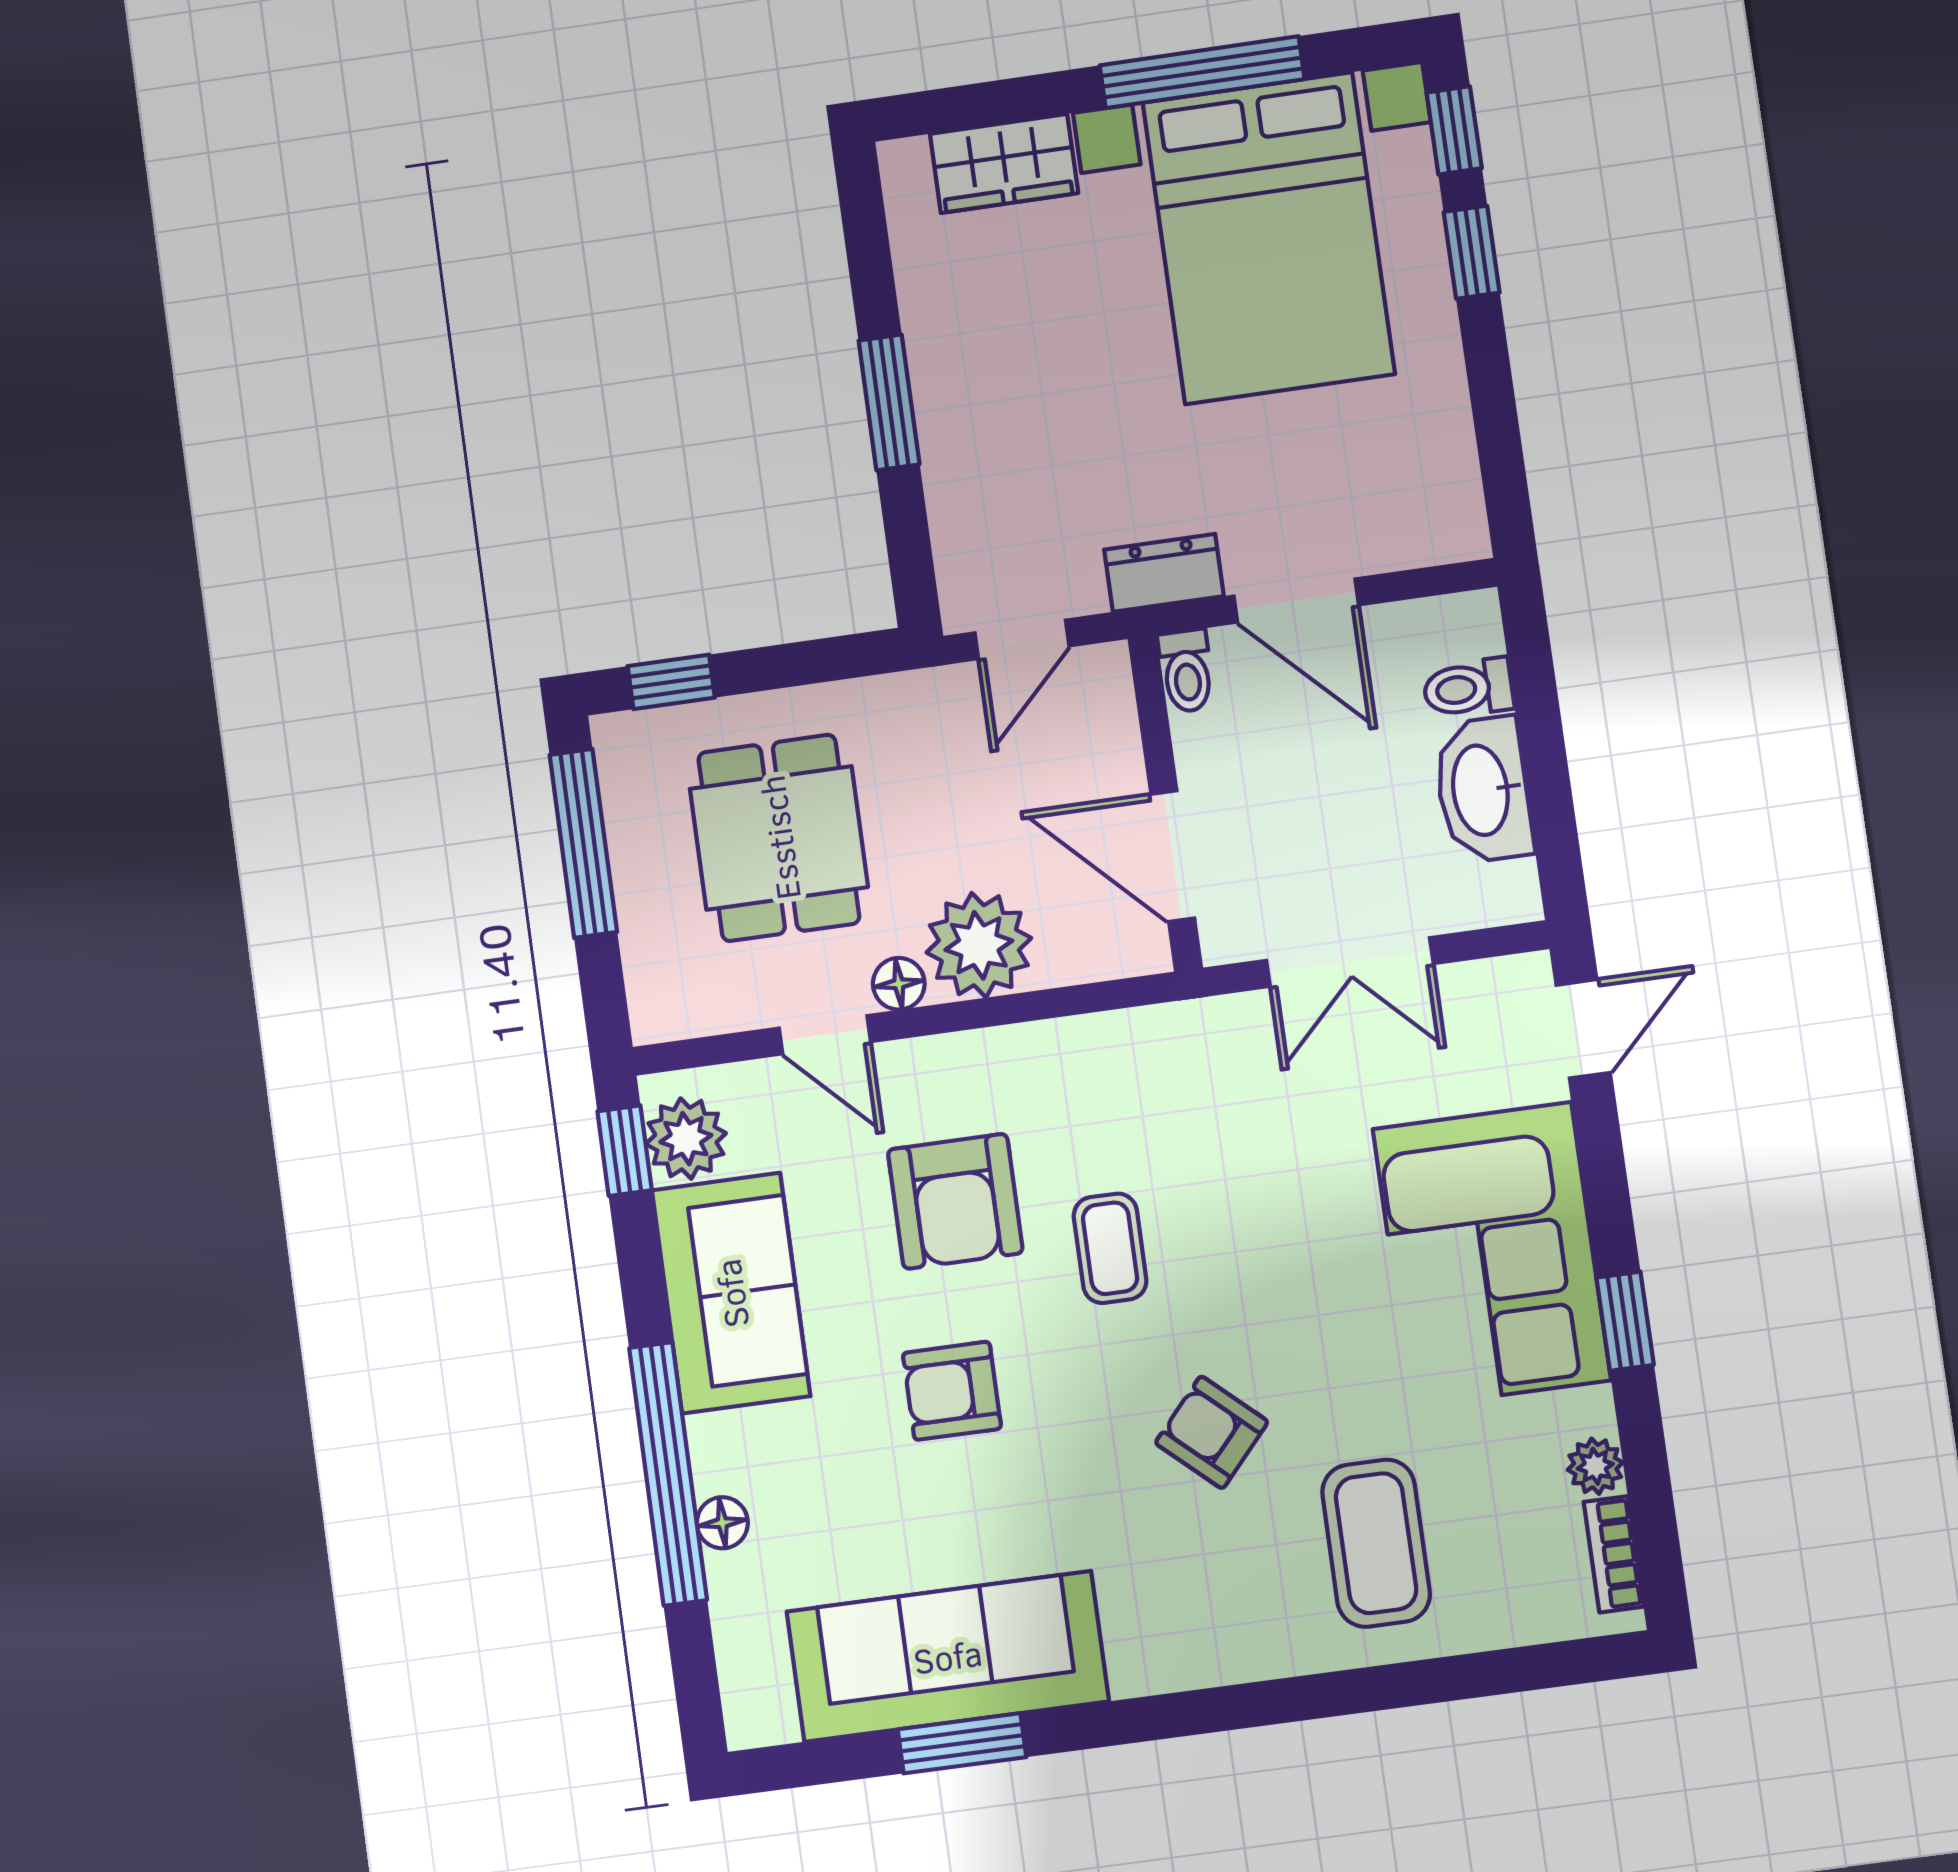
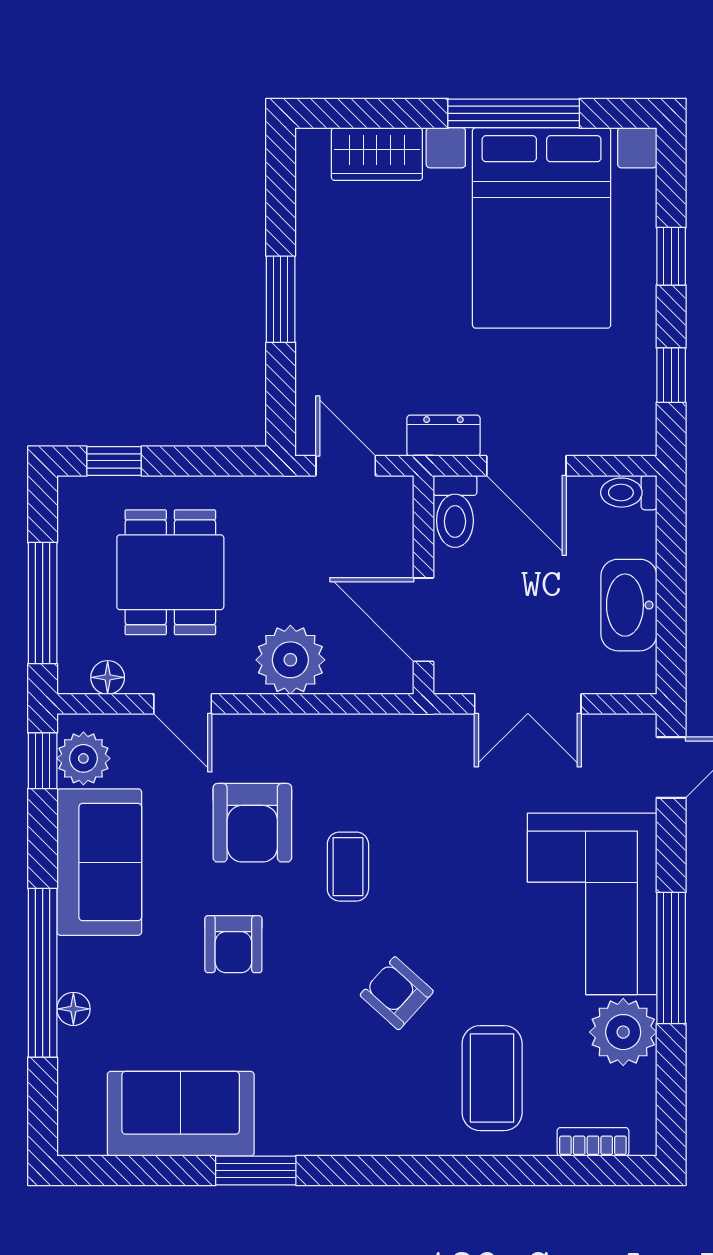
window: (1454, 130) -> (671, 375), moved
door: (1022, 639) -> (346, 466), swing flipped
toilet: (1186, 671) -> (455, 511), width x1.37, depth x1.39
toilet: (1468, 688) -> (629, 493), moved
window: (583, 843) -> (43, 603), moved
floor lamp: (899, 984) -> (108, 677), moved
window: (1625, 1321) -> (671, 958), width x2.17
armchair: (952, 1391) -> (233, 944), turned -90
plant: (1595, 1466) -> (623, 1032), width x1.88, depth x1.88
bookcase: (1614, 1554) -> (593, 1142), moved, turned 90
sofa: (948, 1656) -> (181, 1114), width x0.73
window: (962, 1743) -> (256, 1170), moved

